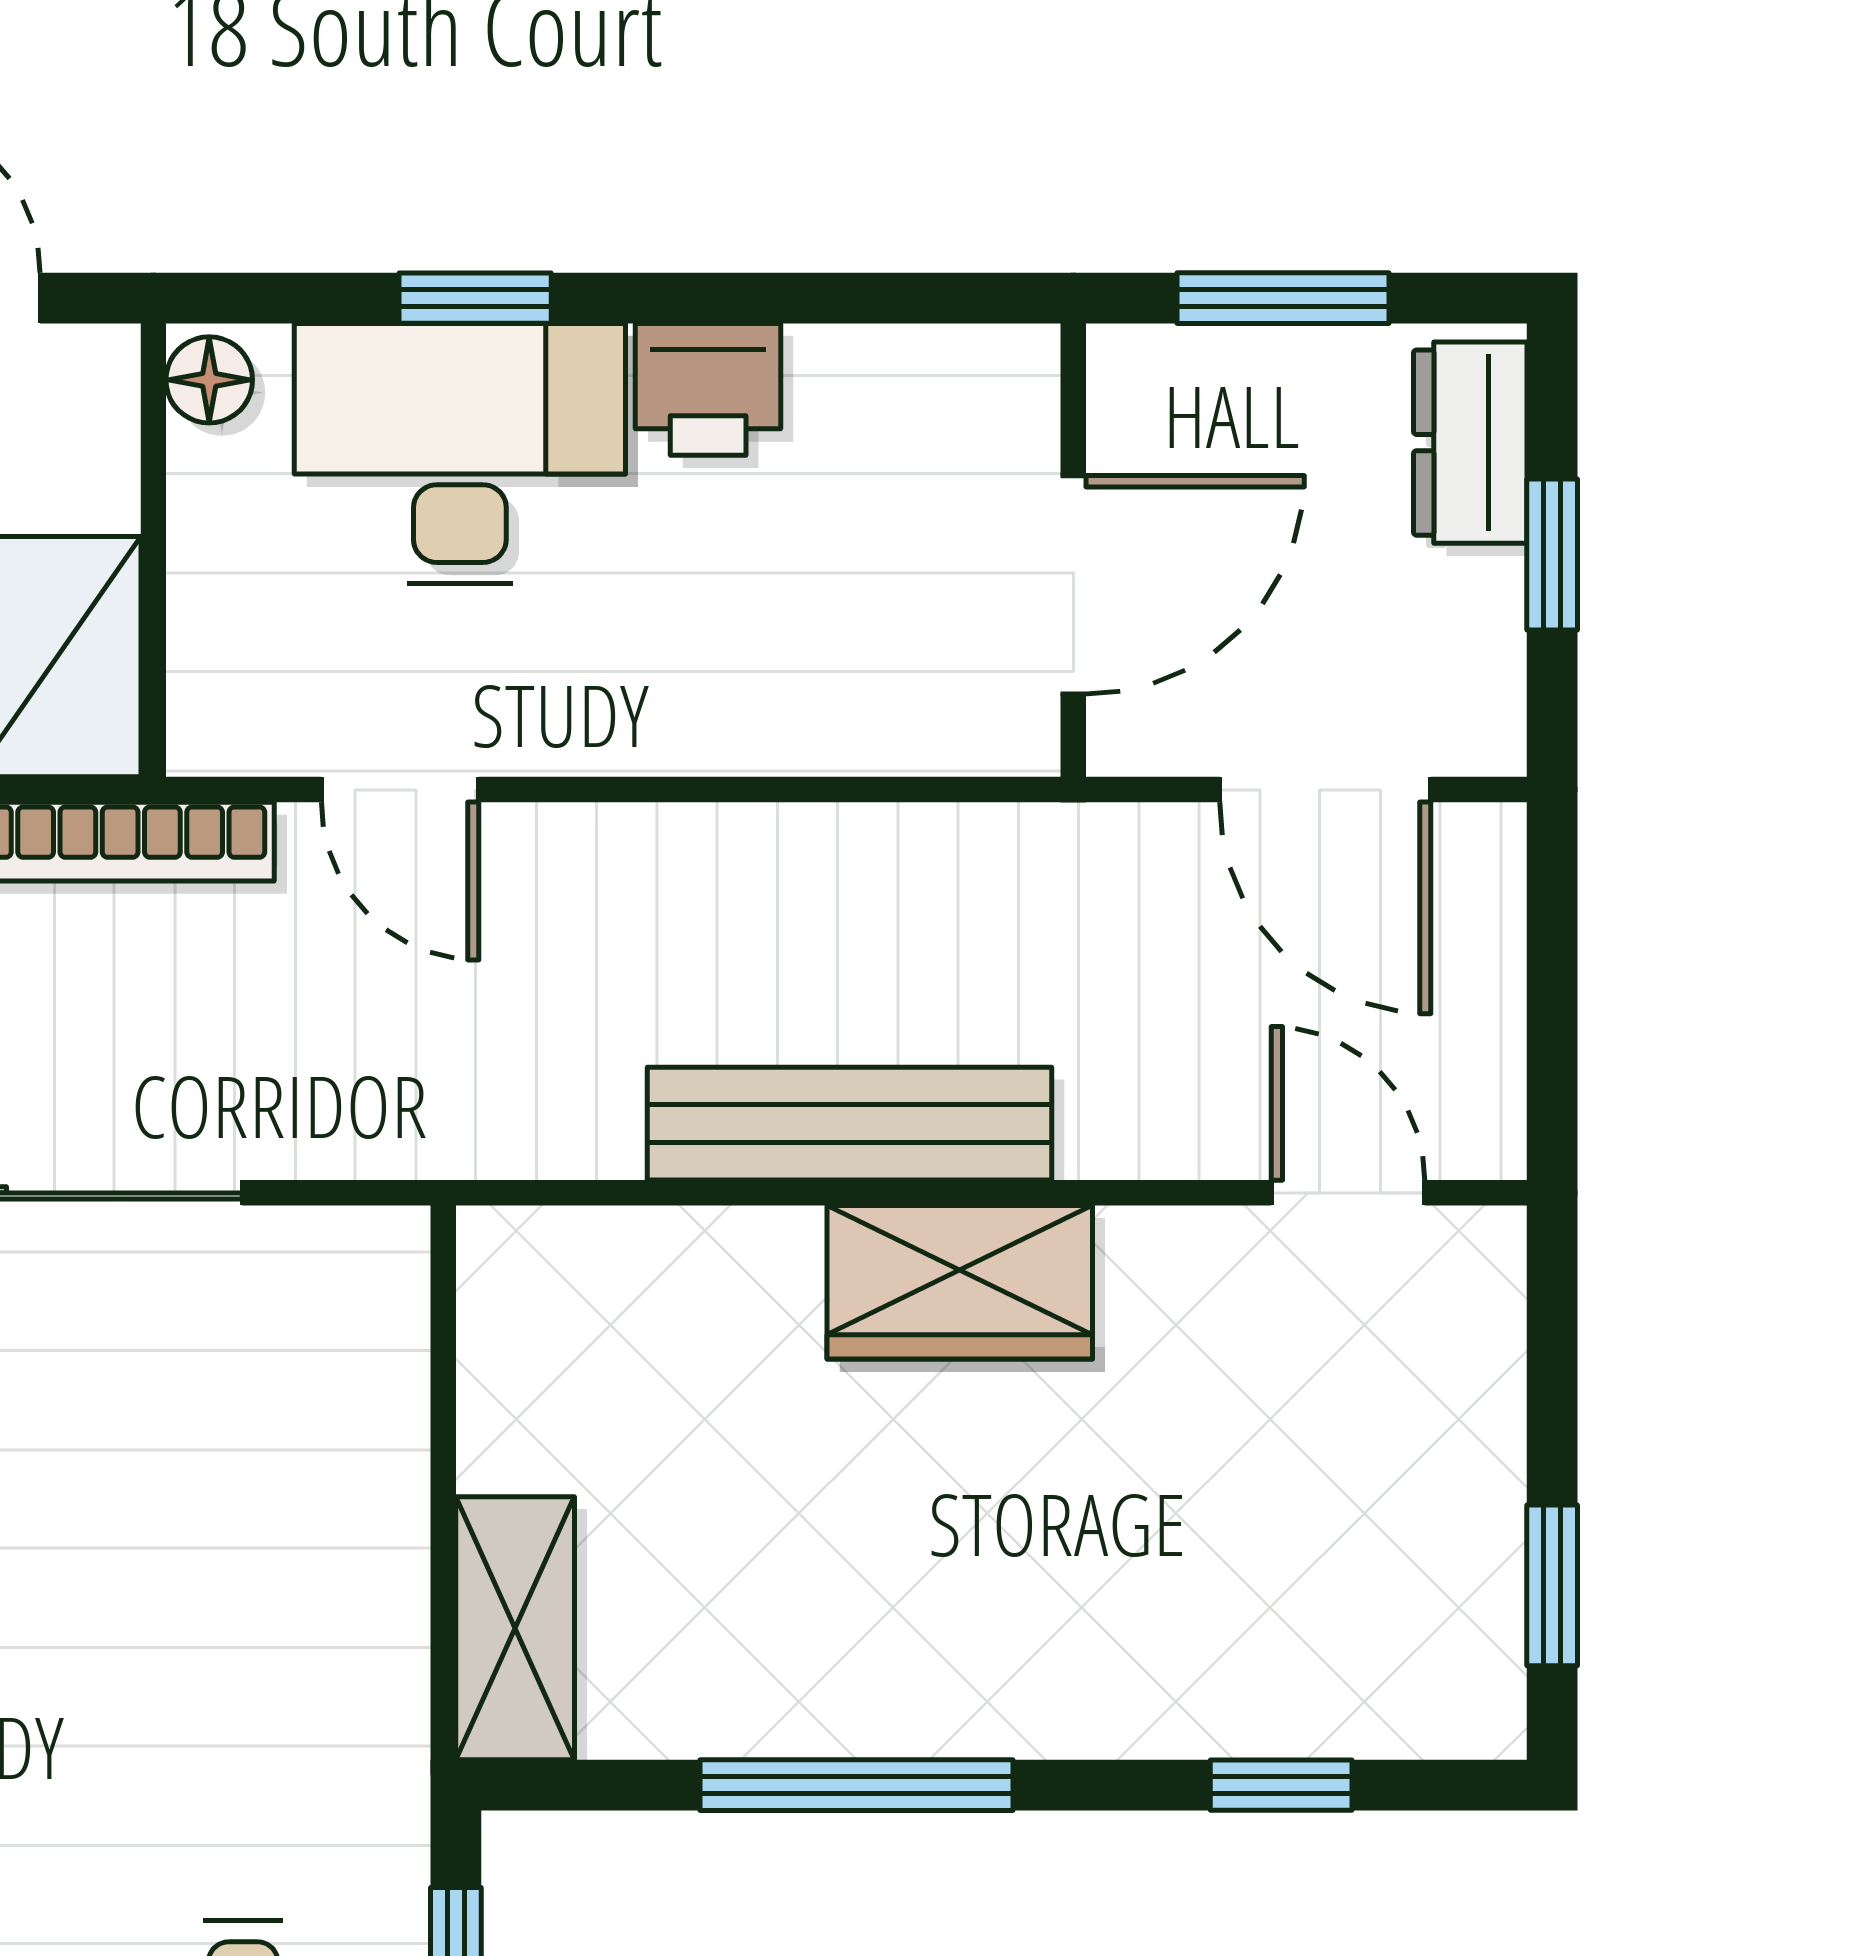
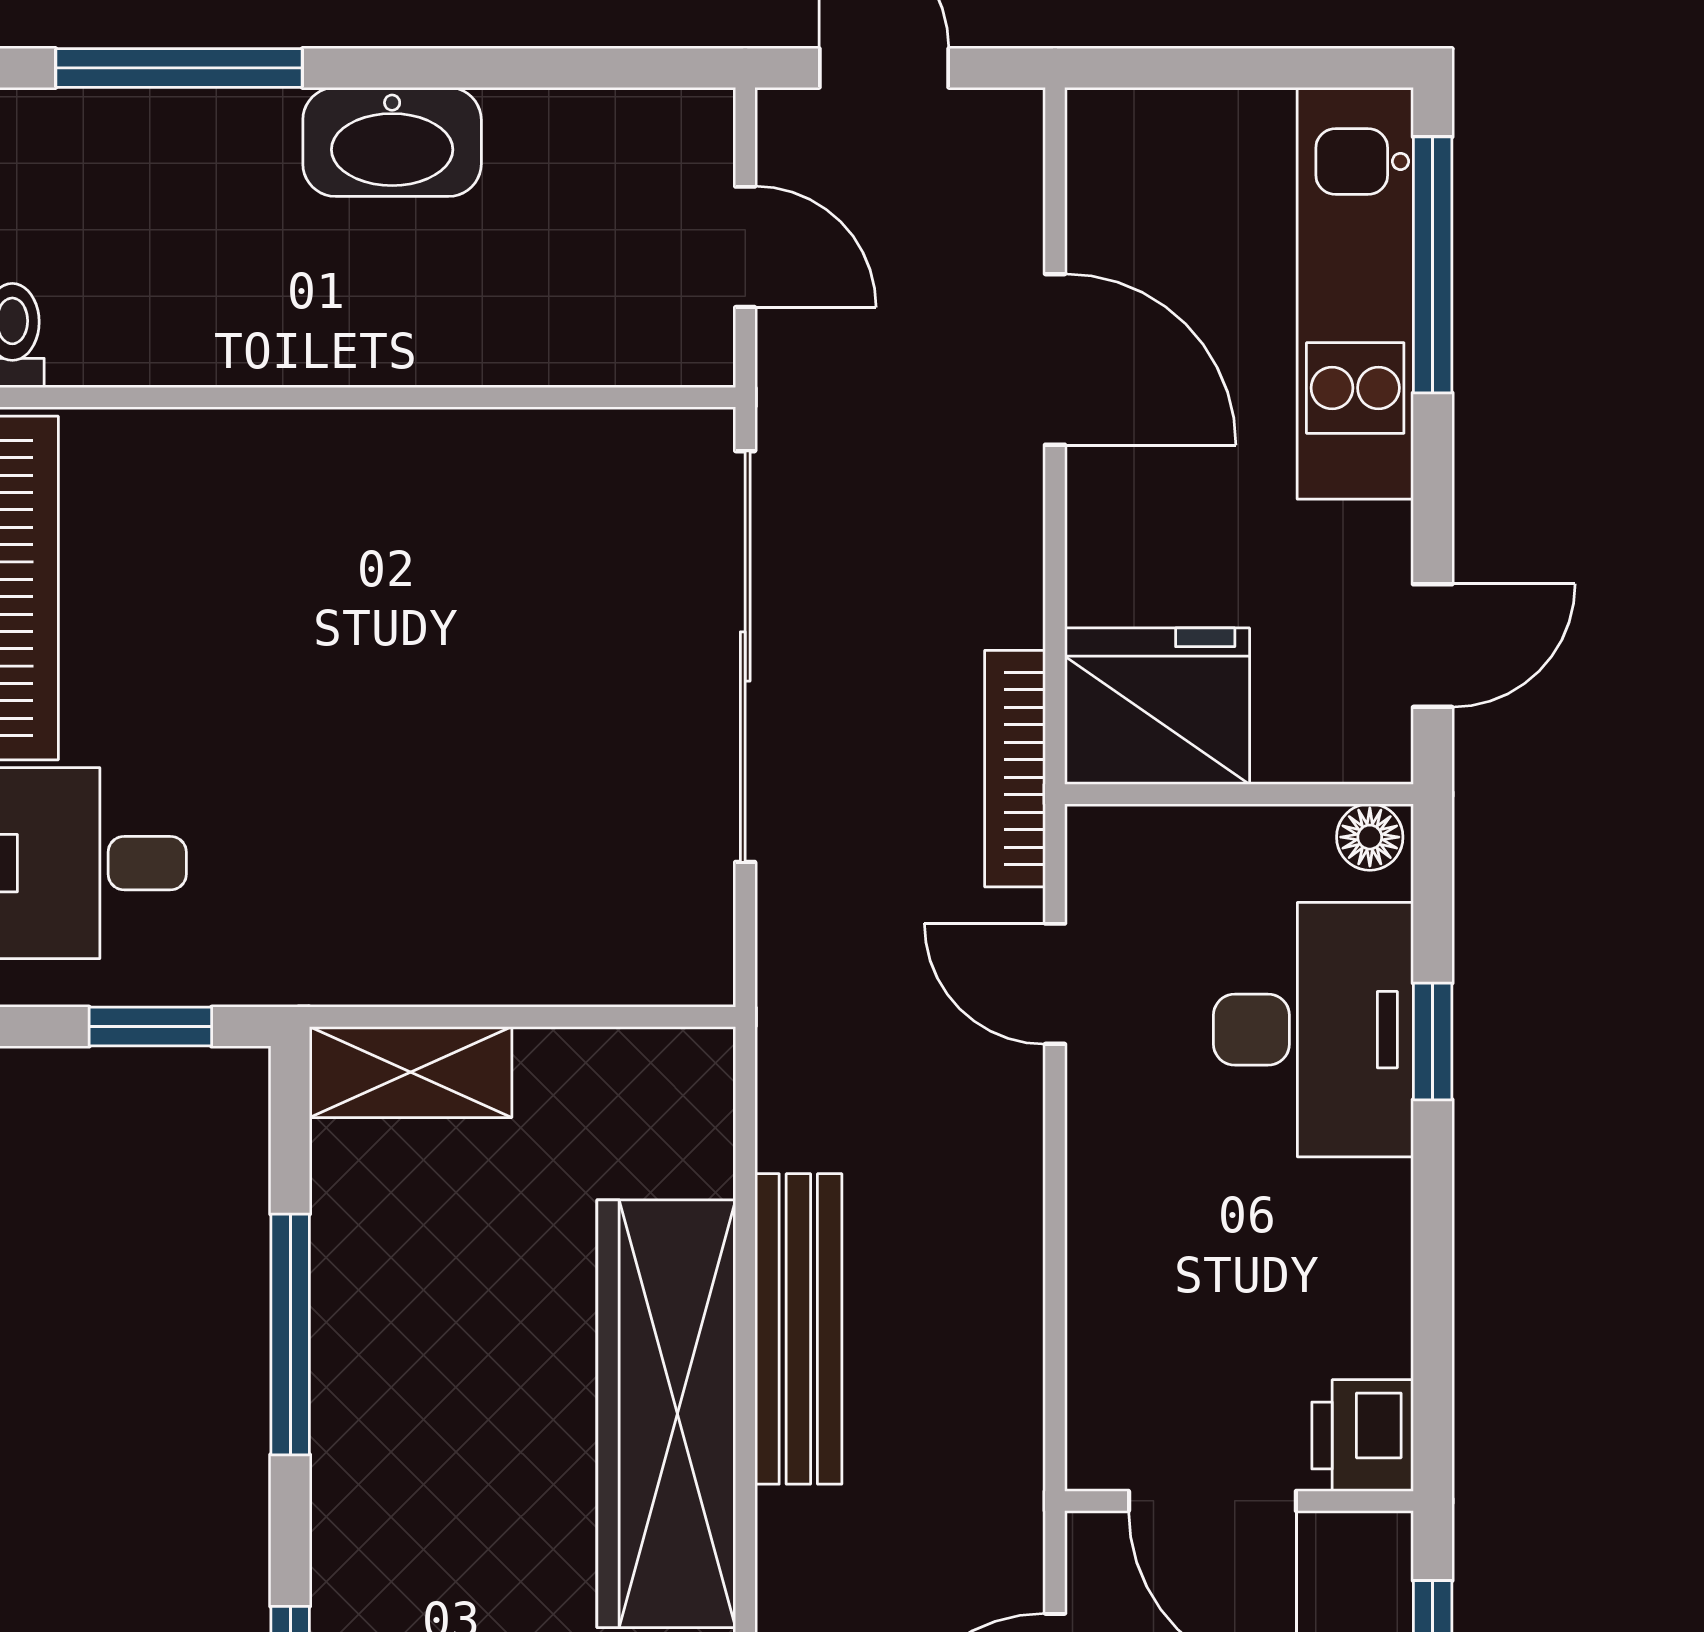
printer: (708, 389) -> (1363, 1435), moved
door: (400, 790) -> (1055, 984), hinge flipped
wardrobe: (960, 1282) -> (666, 1414), width x2.10, depth x1.17

